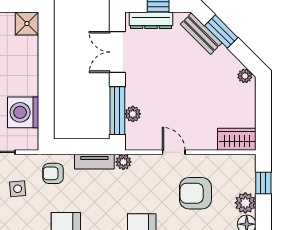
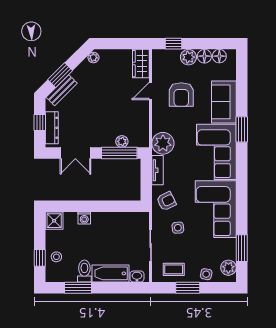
washing machine: (23, 112) -> (84, 218), moved, width x0.53, depth x0.53
door: (174, 152) -> (151, 91), moved
plant: (123, 162) -> (163, 143), width x1.88, depth x1.88
armchair: (53, 173) -> (166, 201), turned -116

